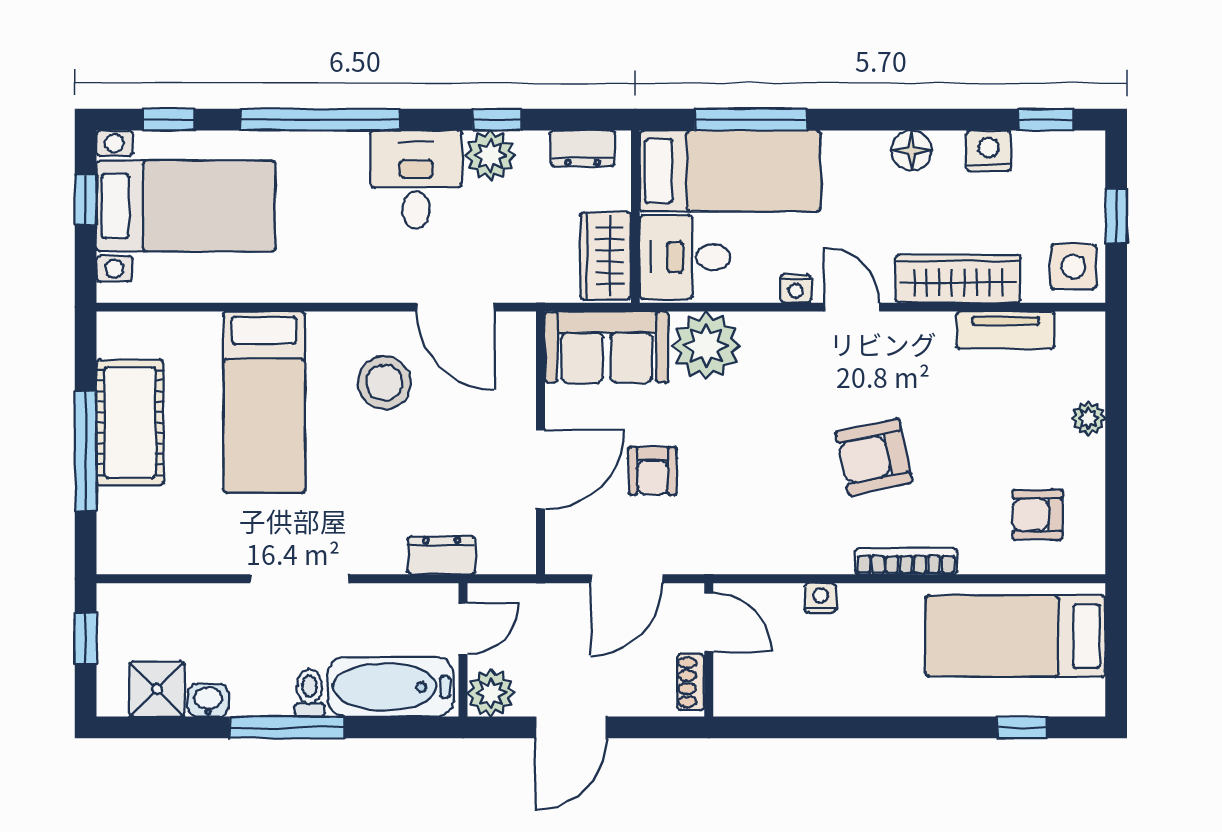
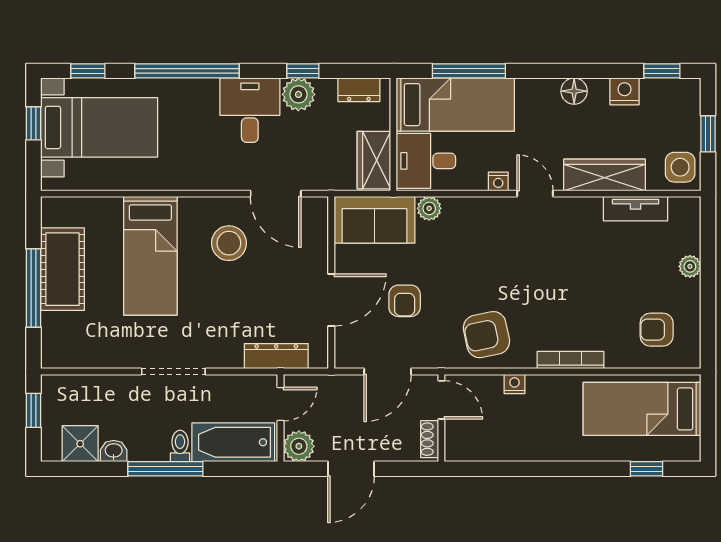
plant: (706, 346) -> (429, 208), width x0.53, depth x0.53
armchair: (874, 457) -> (486, 335), moved
dresser: (442, 555) -> (276, 356), width x1.44

